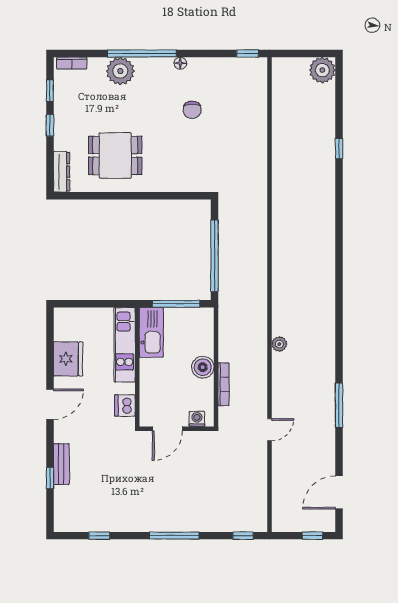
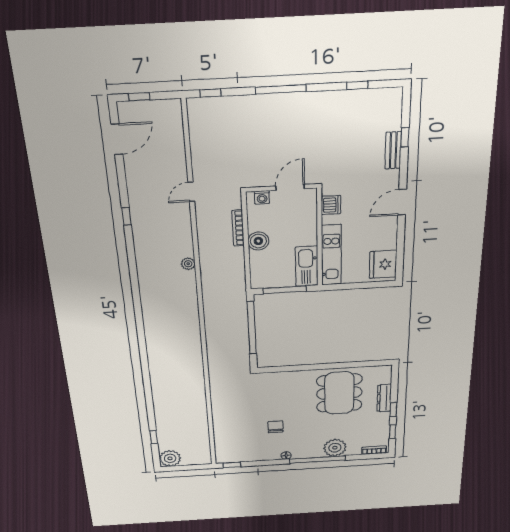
window: (339, 149) -> (154, 437), moved
dining table: (115, 155) -> (339, 393), width x1.38
dresser: (62, 172) -> (384, 398), moved
fridge: (68, 359) -> (383, 264), moved
window: (339, 405) -> (126, 216), width x0.46

